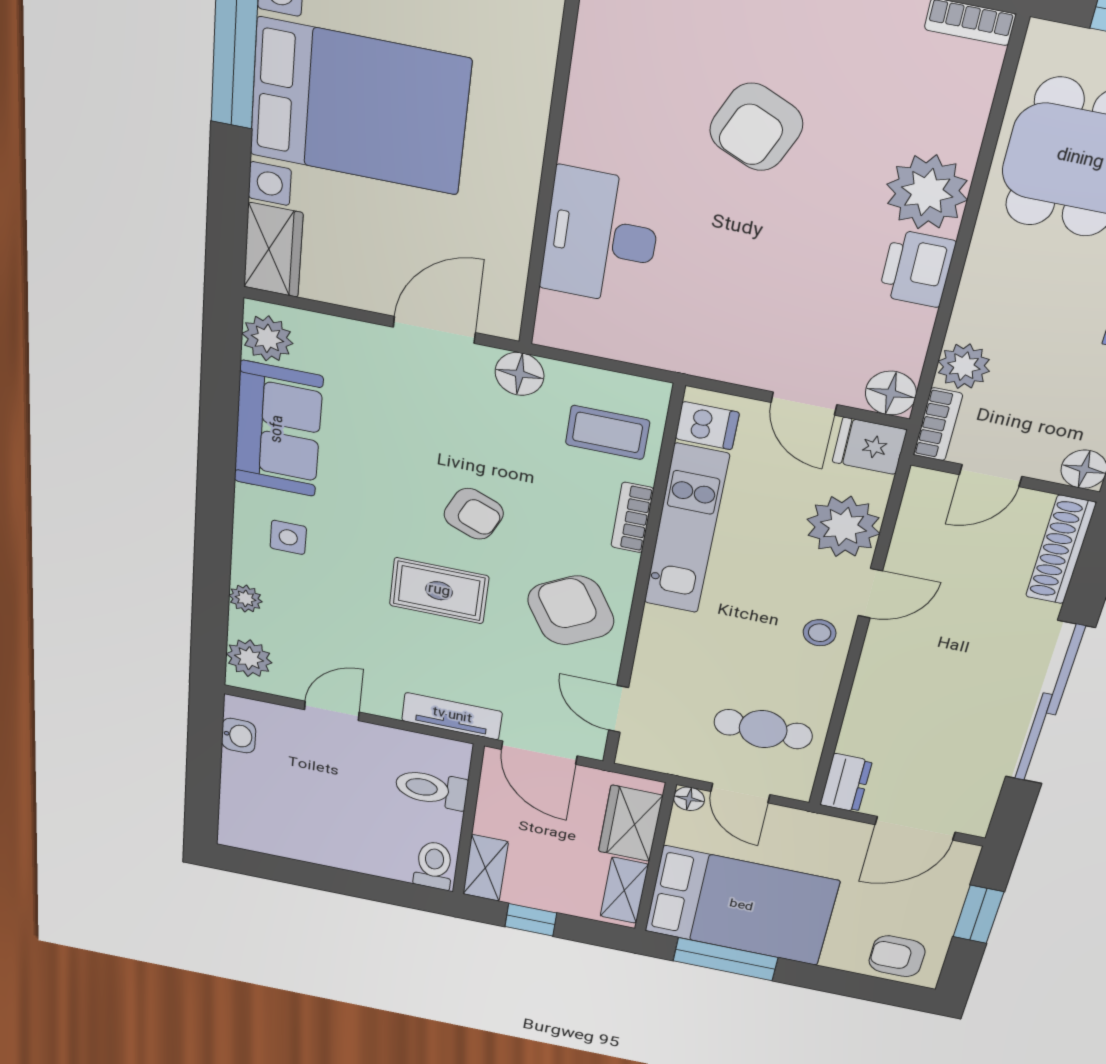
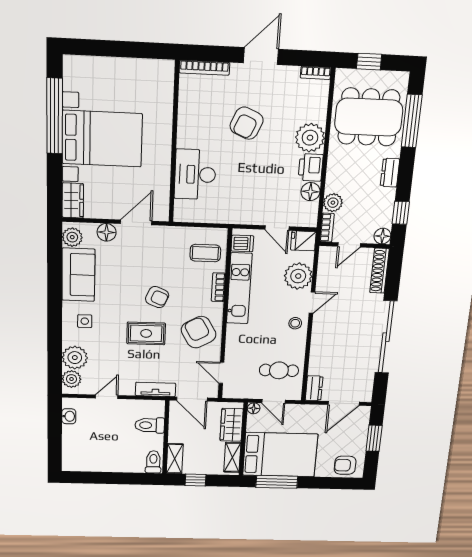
floor lamp: (520, 374) -> (107, 232), moved
floor lamp: (891, 393) -> (310, 192), moved
plant: (246, 599) -> (75, 358), width x1.87, depth x1.87

